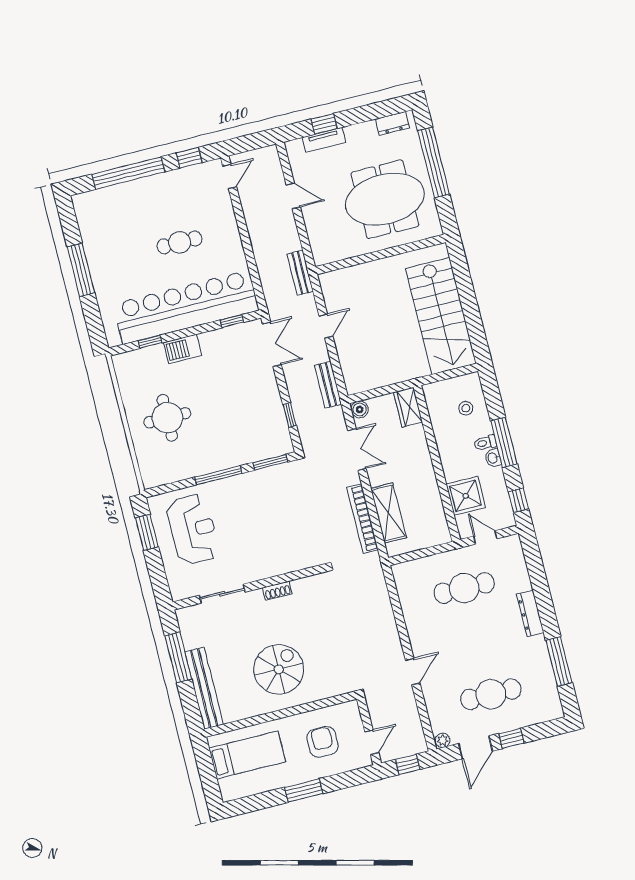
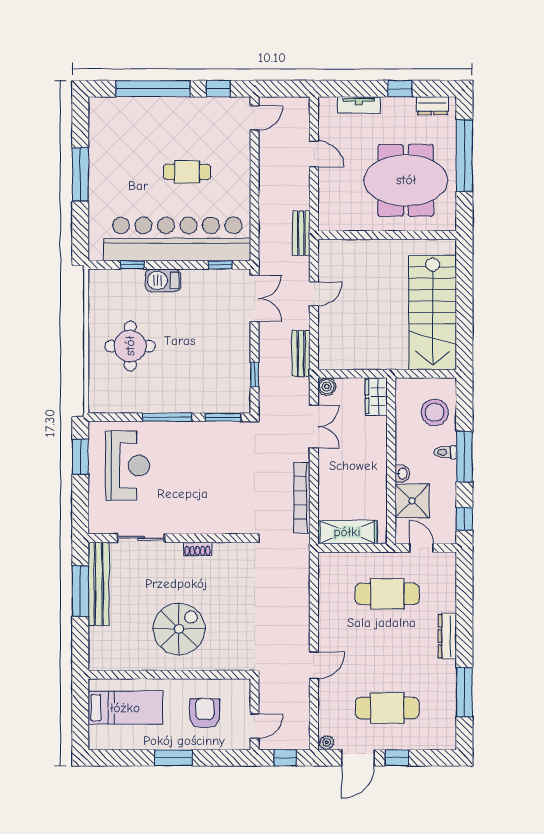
window: (324, 124) -> (400, 89), moved
stool: (466, 408) -> (435, 412), width x1.89, depth x1.89
washbasin: (493, 458) -> (402, 473), moved, turned 180
shelving: (389, 513) -> (347, 532), moved, turned 90
bench: (204, 688) -> (99, 584), moved

